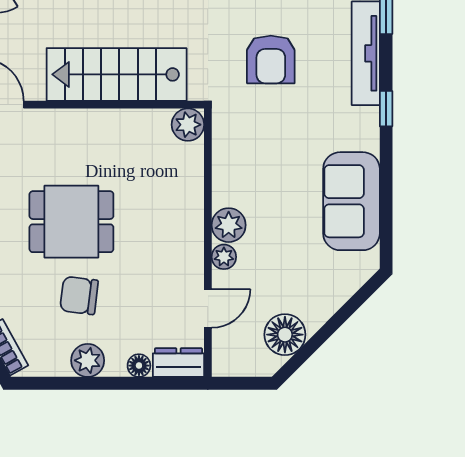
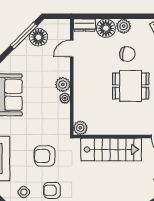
armchair: (271, 59) -> (45, 156), turned -90
plant: (224, 257) -> (65, 98), moved
window: (319, 339) -> (24, 35), added
floor lamp: (139, 366) -> (106, 28), width x1.89, depth x1.89

